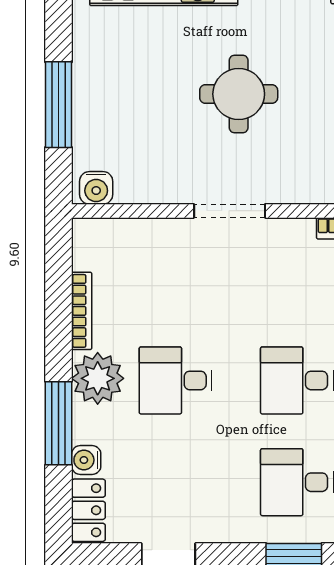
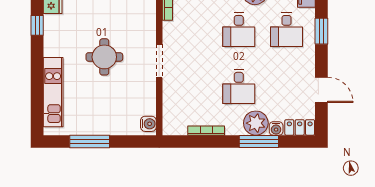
window: (59, 105) -> (90, 141), moved
plant: (98, 378) -> (256, 123), moved

